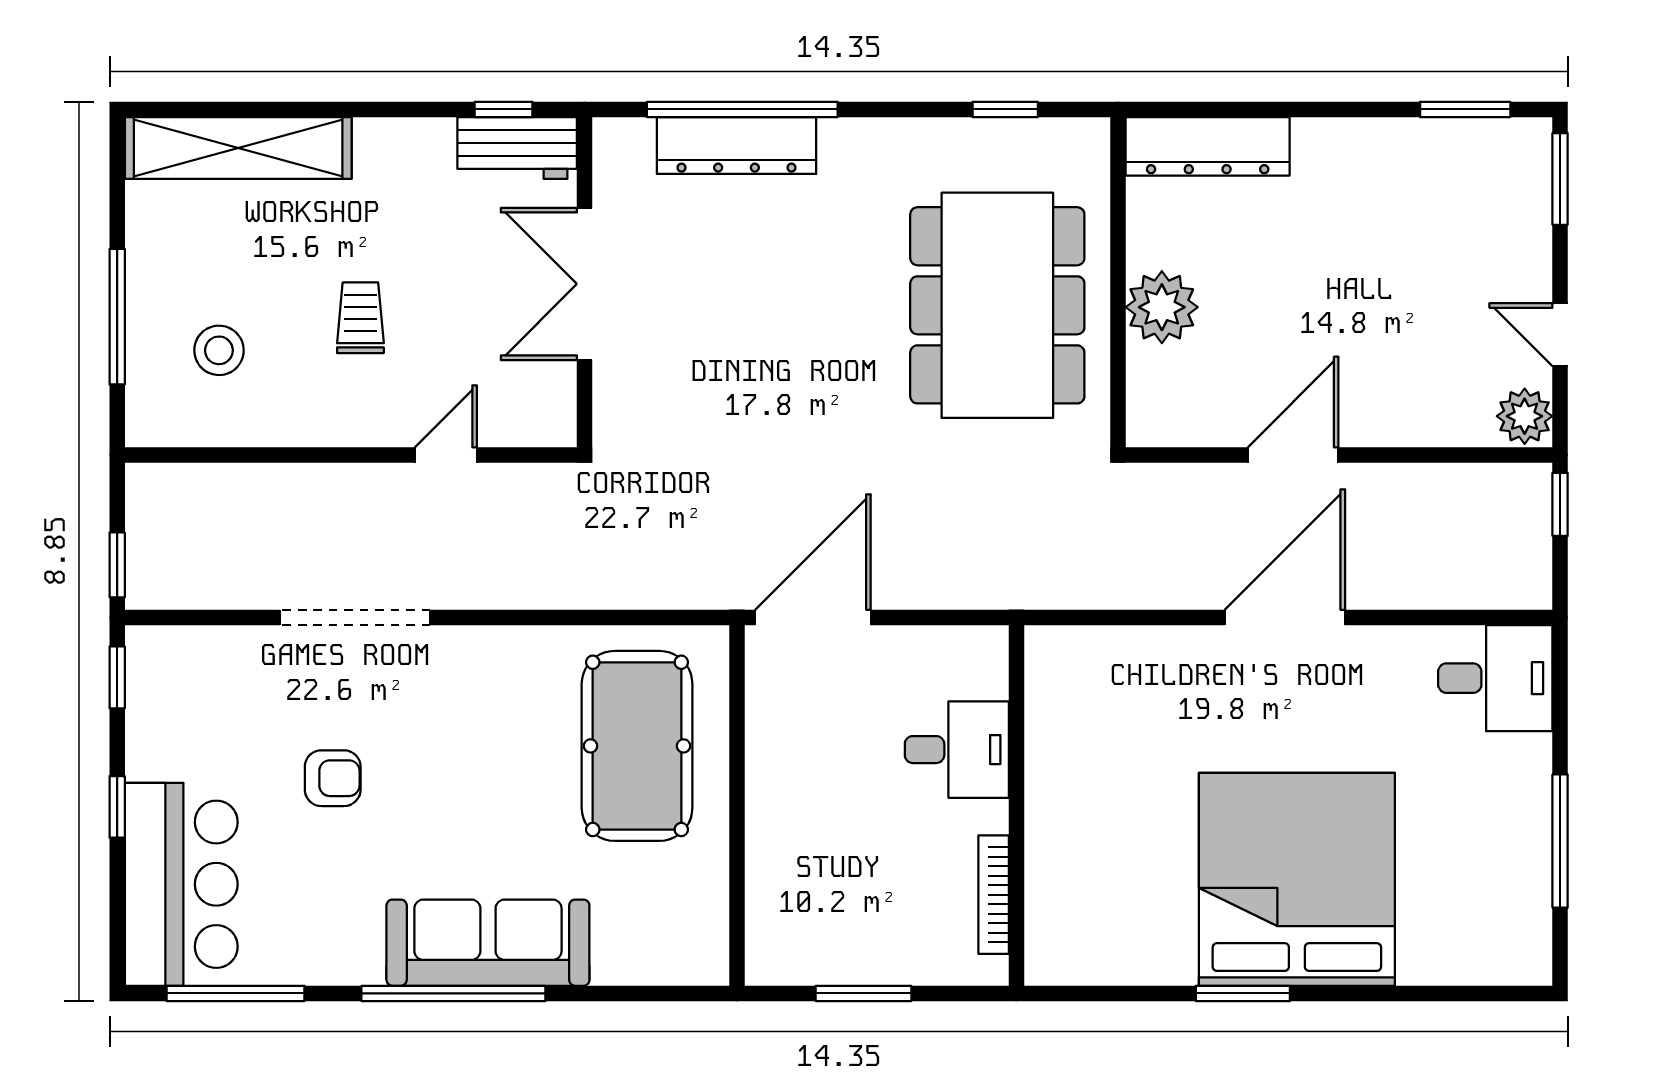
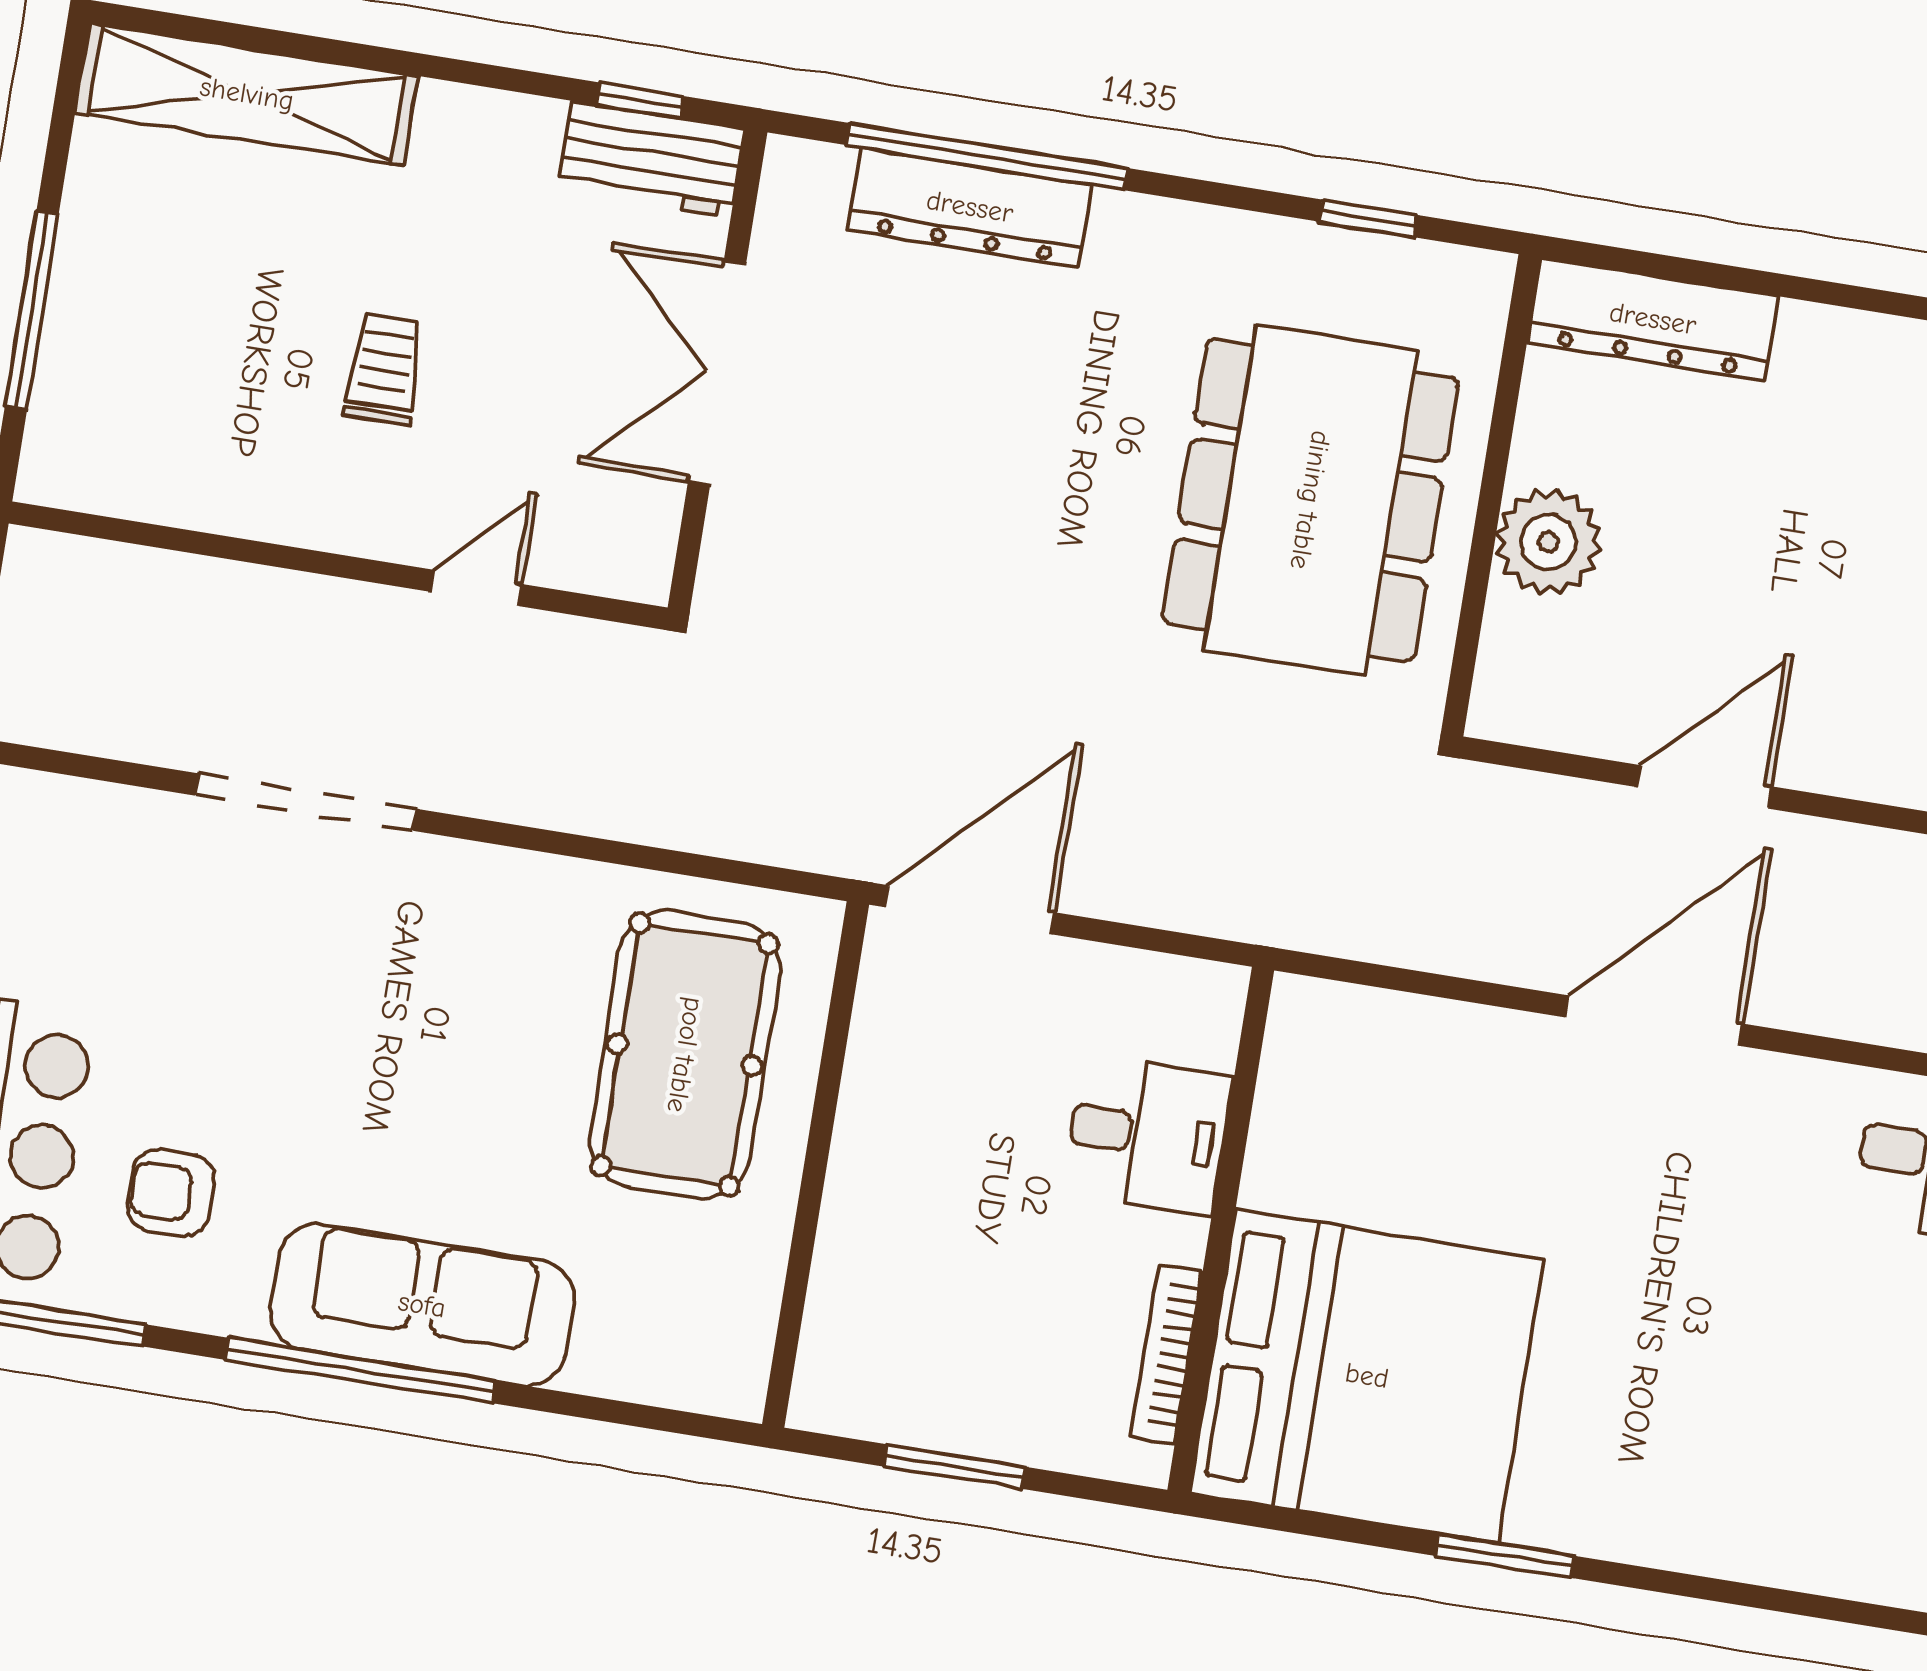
stool: (219, 350) -> (171, 383), removed
armchair: (333, 778) -> (171, 1193), moved, turned 180
bed: (1297, 879) -> (1367, 1376), moved, turned 90

